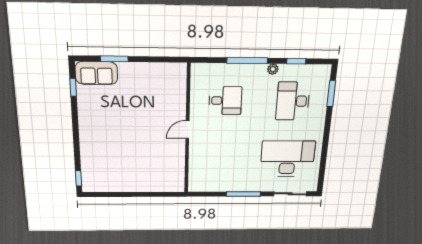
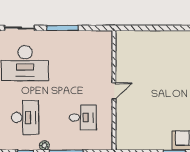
desk: (225, 101) -> (83, 117), turned 180

